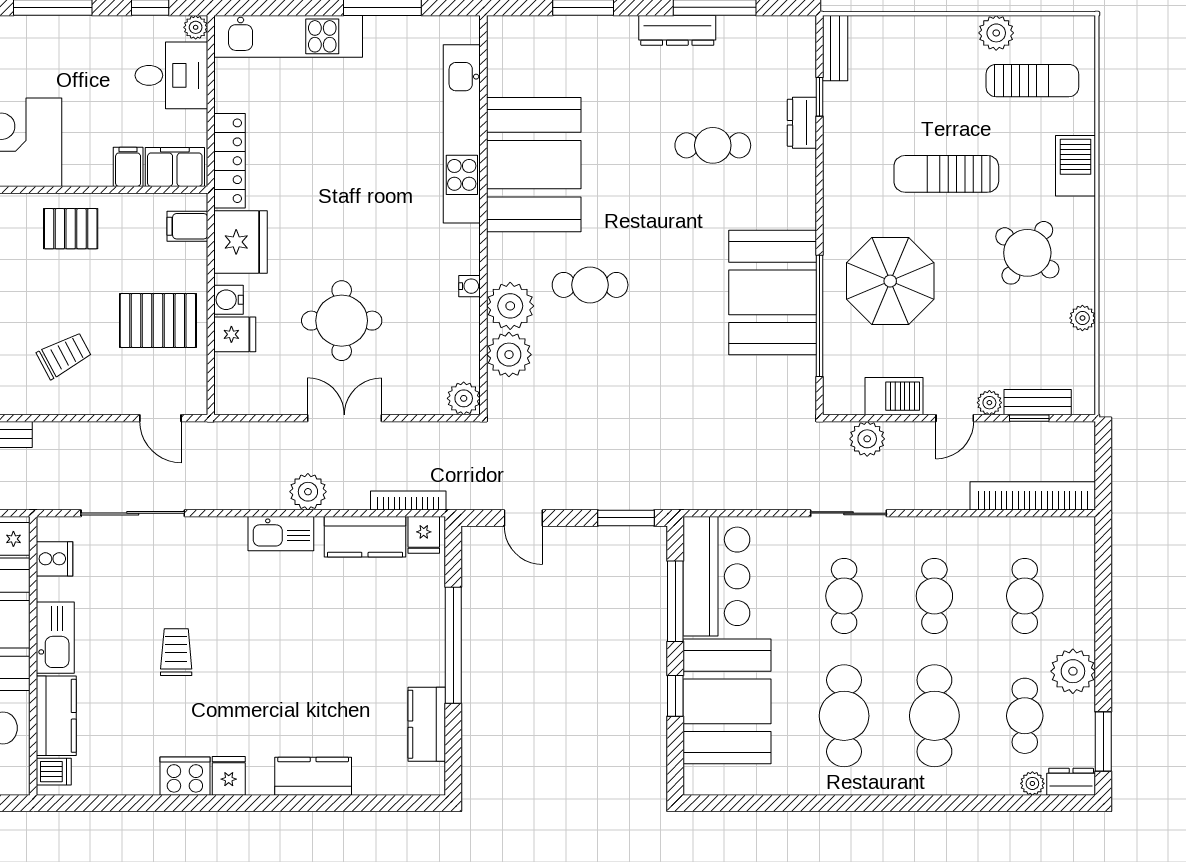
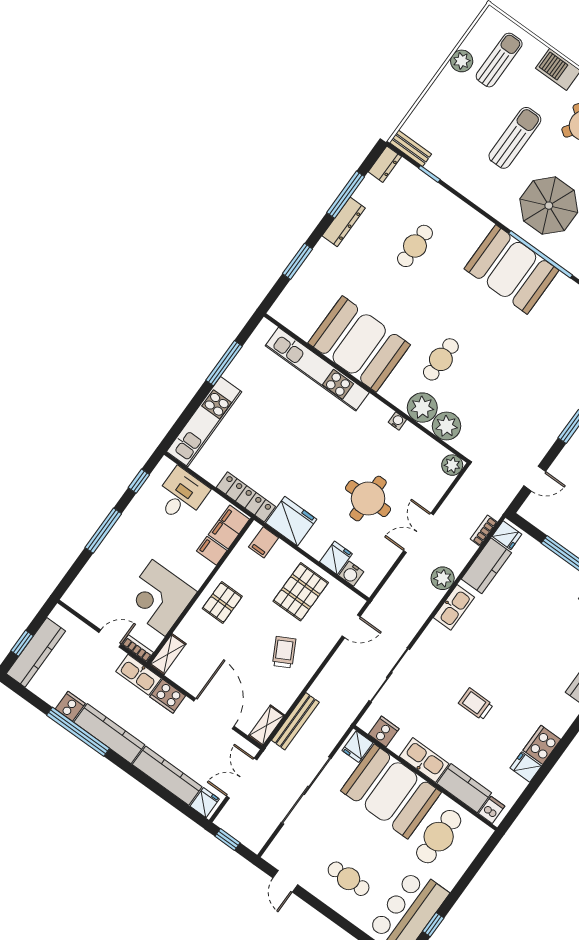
plant: (196, 27) -> (166, 465), removed
dresser: (802, 123) -> (385, 164), moved, turned -90
sun lounger: (946, 174) -> (515, 138), turned 180
water cooler: (229, 300) -> (351, 574), moved
bookcase: (408, 500) -> (484, 531), width x0.64
fridge: (229, 776) -> (526, 767), moved

